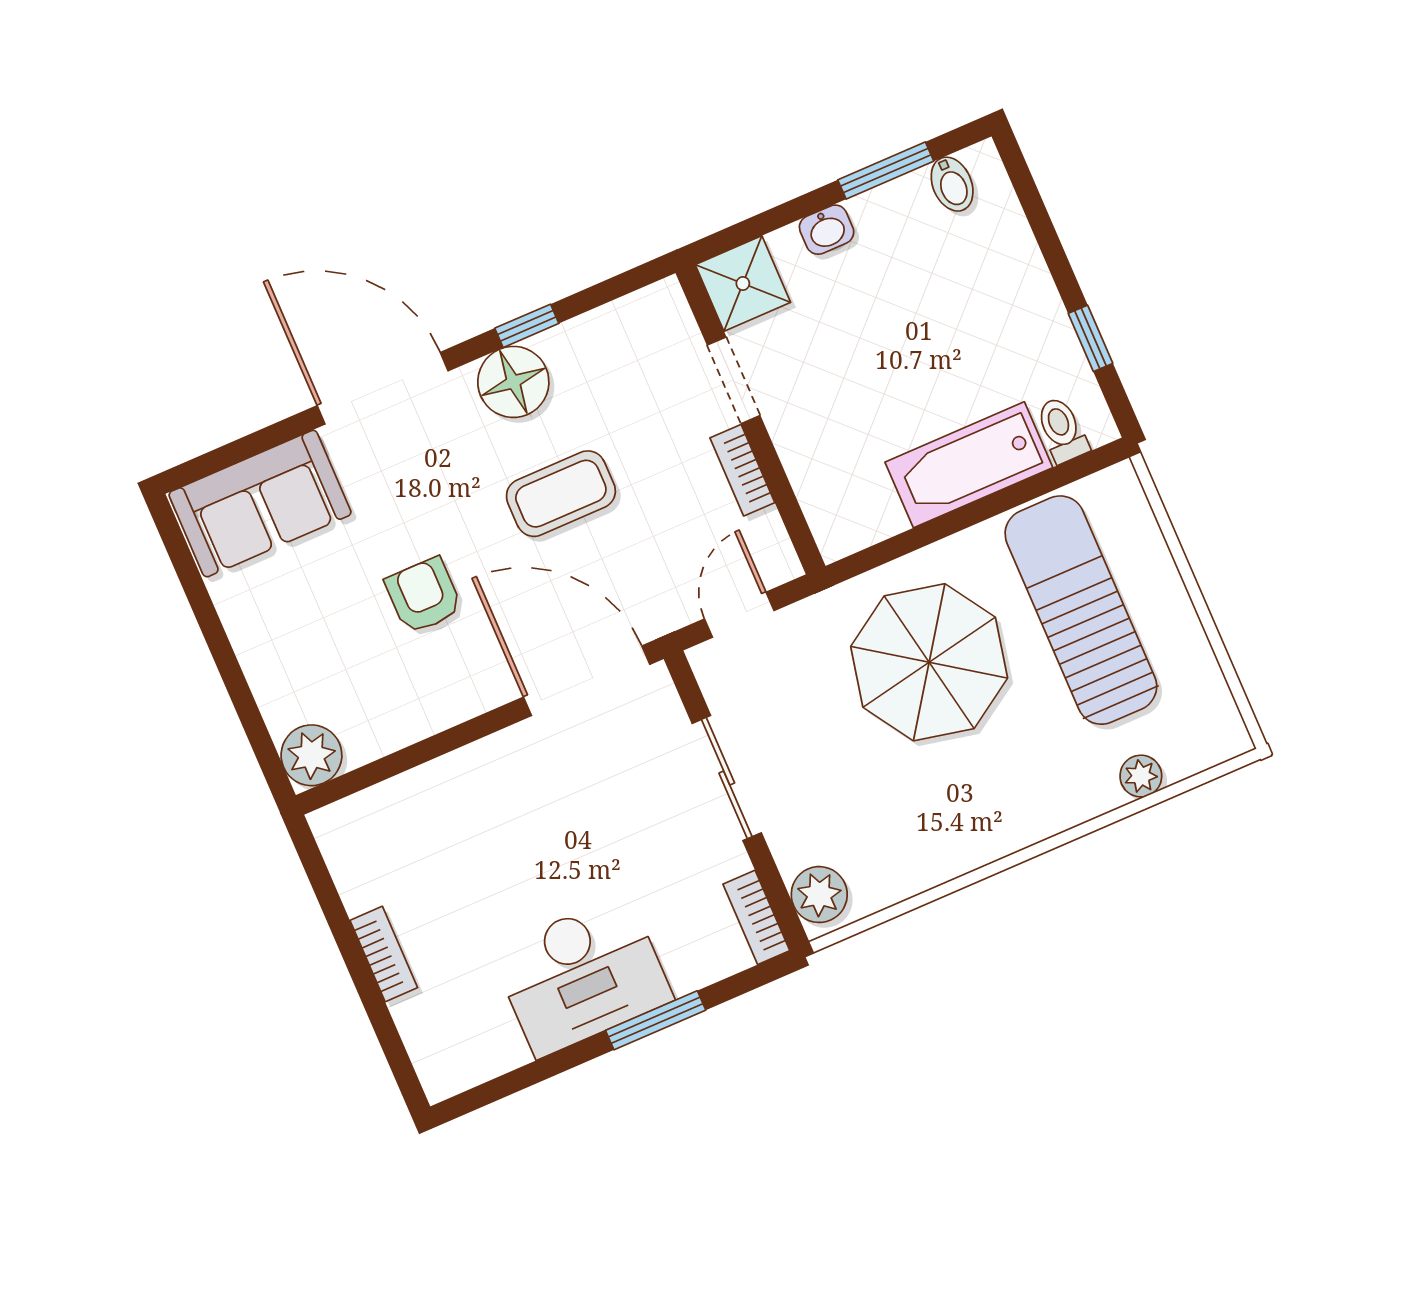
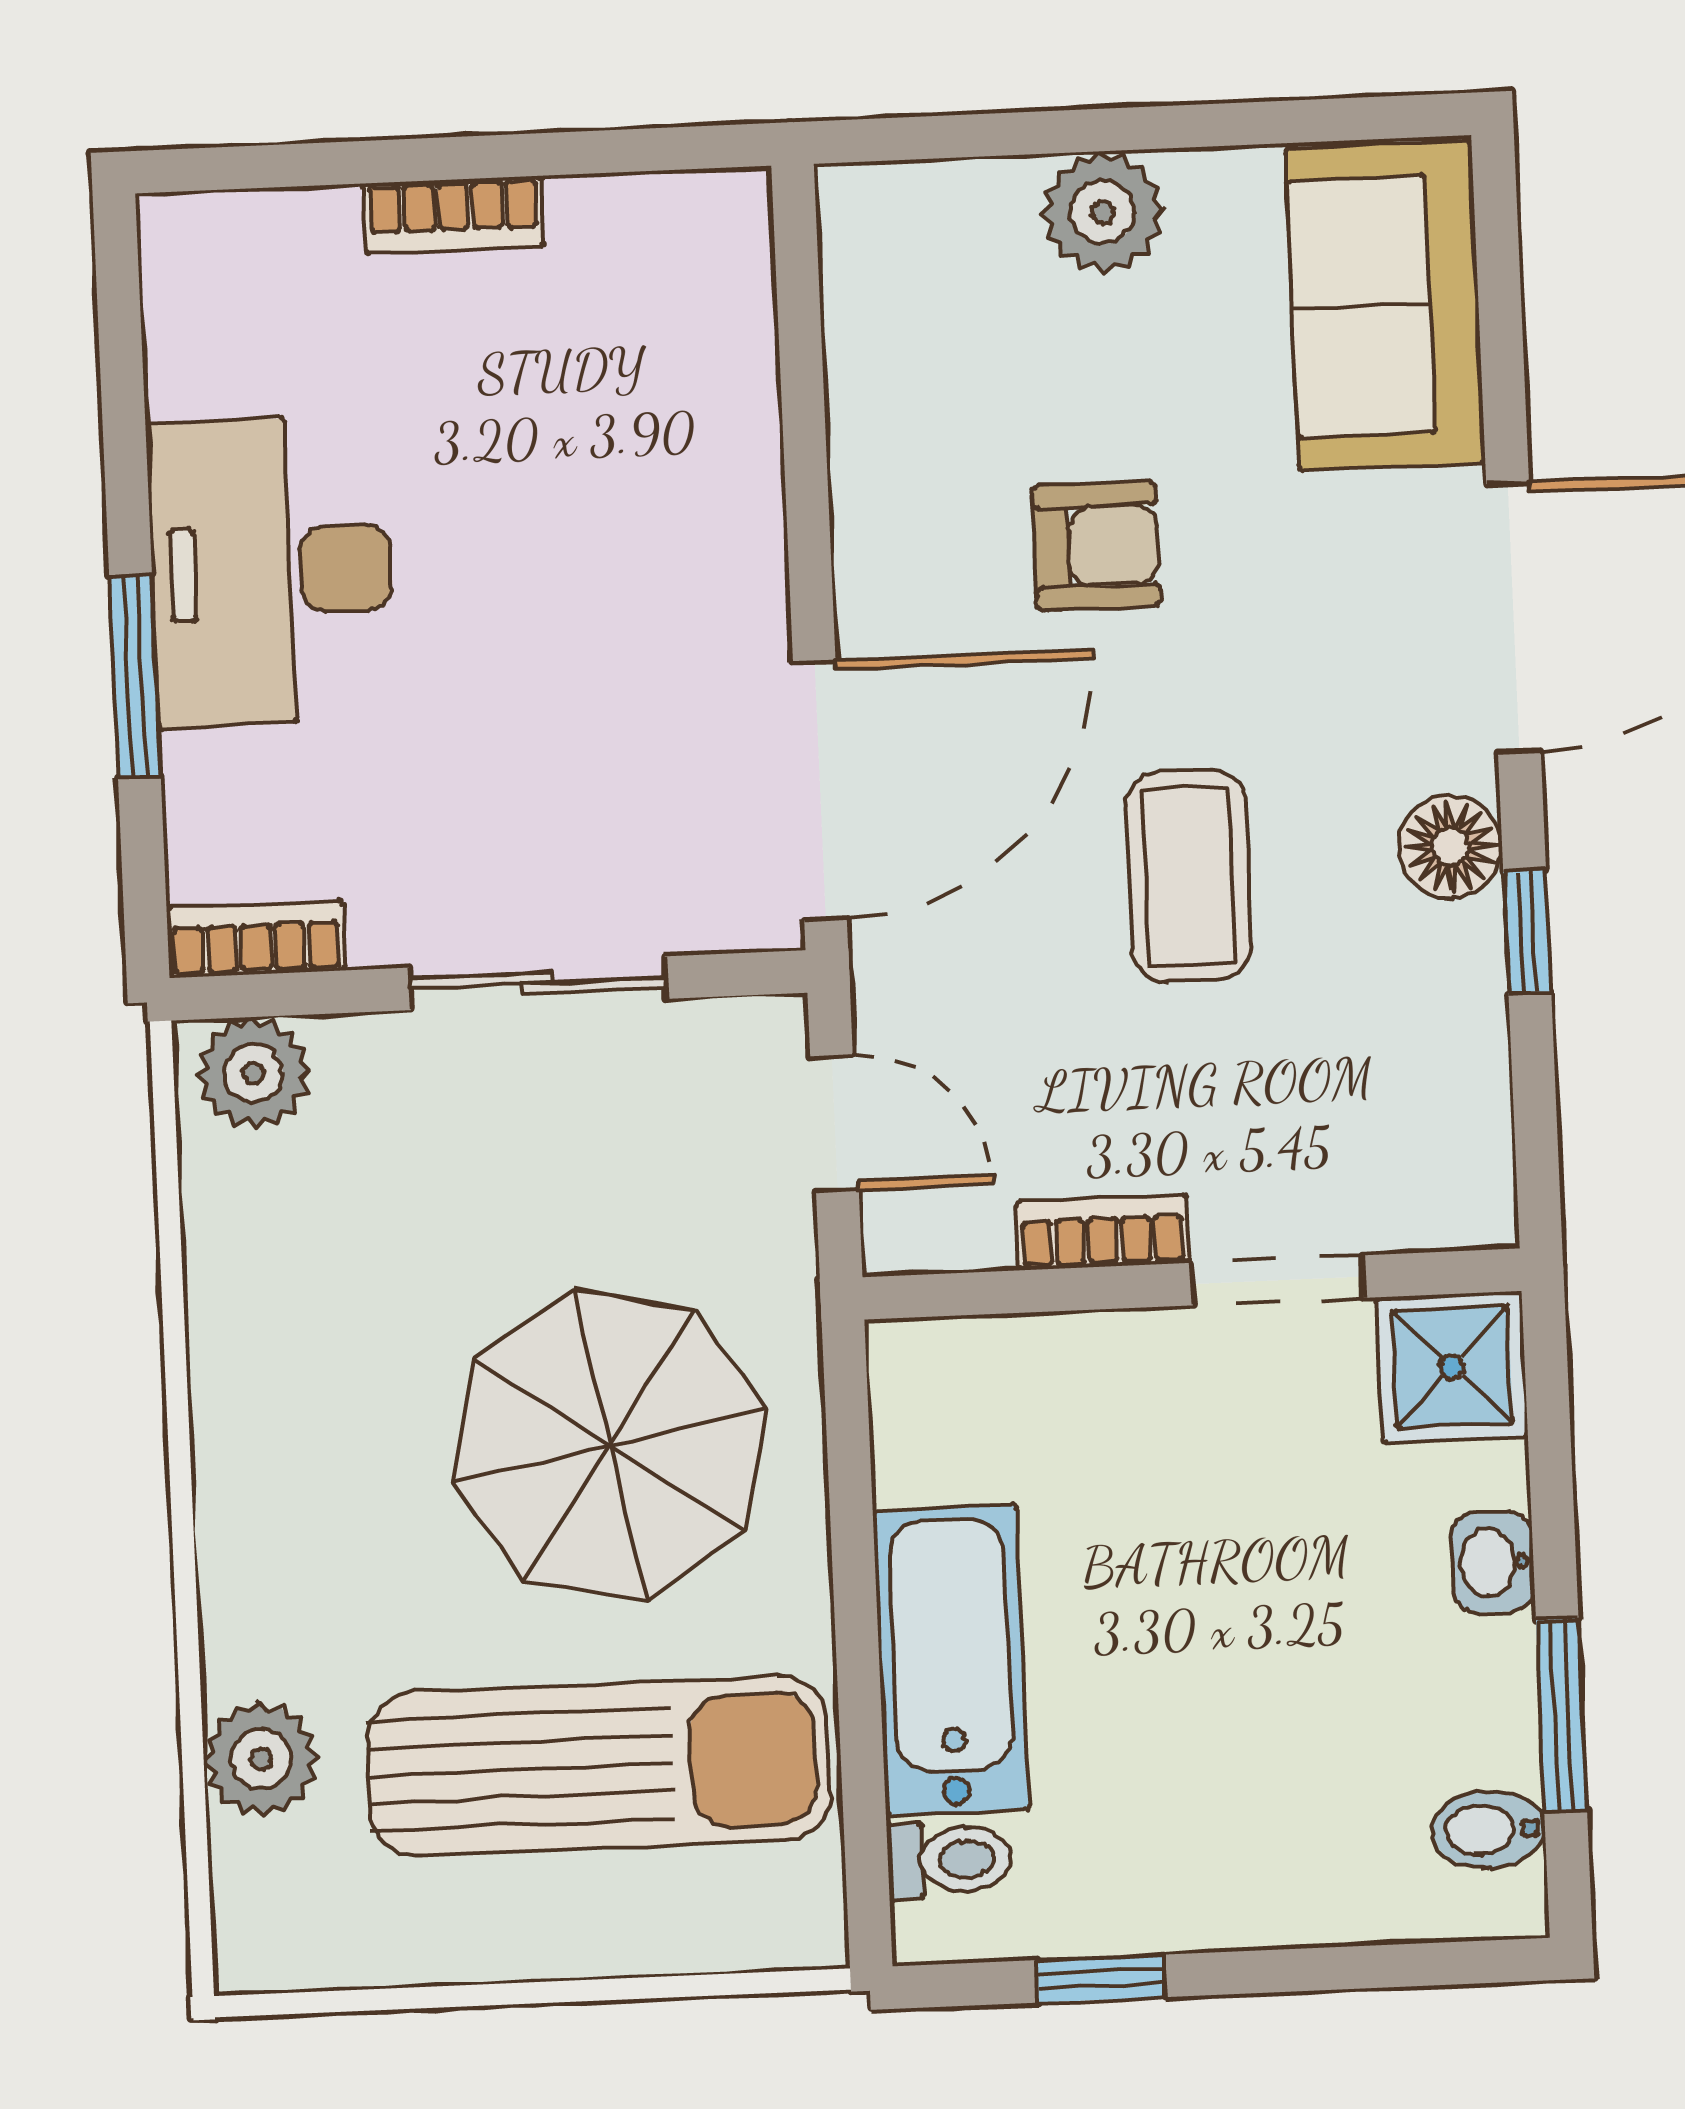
floor lamp: (513, 382) -> (1450, 847), width x0.73, depth x0.73
plant: (311, 755) -> (1103, 212), moved
plant: (1141, 776) -> (261, 1759), width x1.38, depth x1.38

